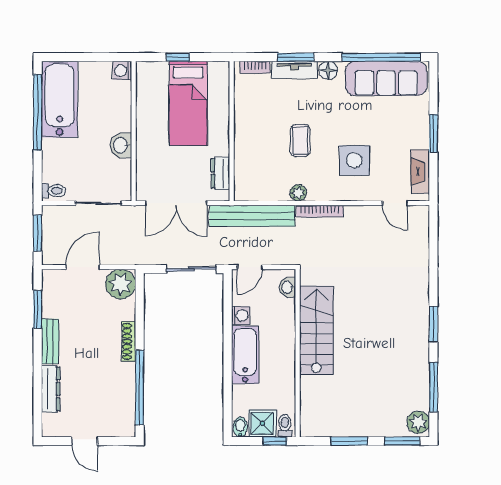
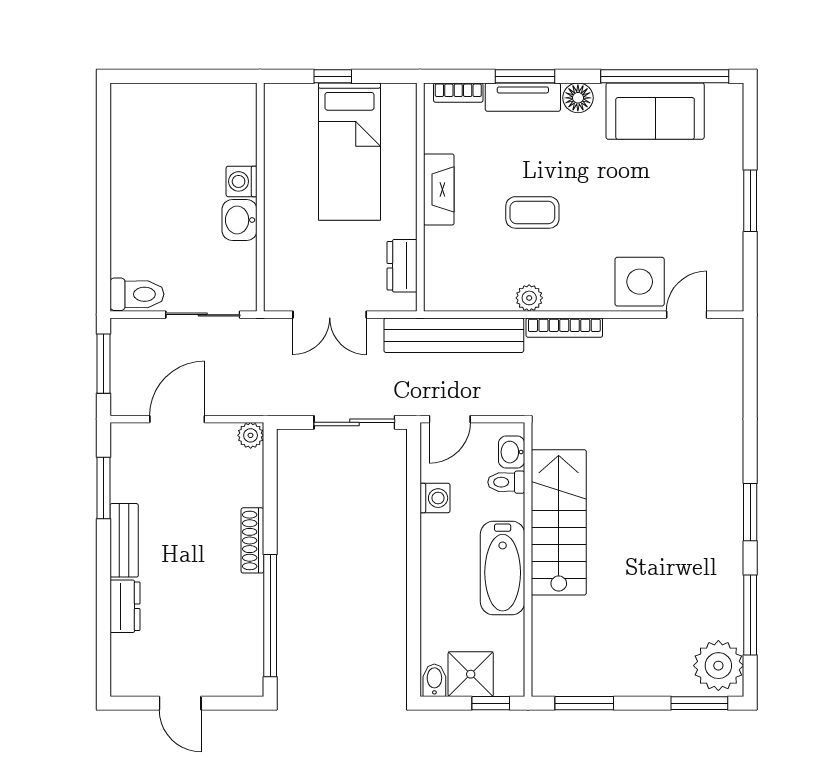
washing machine: (122, 71) -> (242, 181), moved
sofa: (386, 78) -> (655, 111), width x0.73
bathtub: (60, 99) -> (139, 145), removed
window: (38, 112) -> (104, 166), removed
coffee table: (300, 141) -> (532, 212), turned 90
side table: (354, 160) -> (640, 282), moved
fireplace: (420, 171) -> (439, 189), moved, turned 180
toilet: (53, 191) -> (137, 294), width x1.37, depth x1.39
double door: (176, 203) -> (330, 315), width x0.73
door: (395, 203) -> (687, 315), swing flipped
plant: (121, 284) -> (251, 435), width x0.53, depth x0.53
bathtub: (245, 355) -> (503, 568), moved, turned 180
dresser: (51, 389) -> (125, 606), width x0.70
plant: (418, 422) -> (718, 666), width x1.36, depth x1.36
toilet: (285, 426) -> (506, 482), moved, turned -90
window: (349, 441) -> (584, 703), moved

